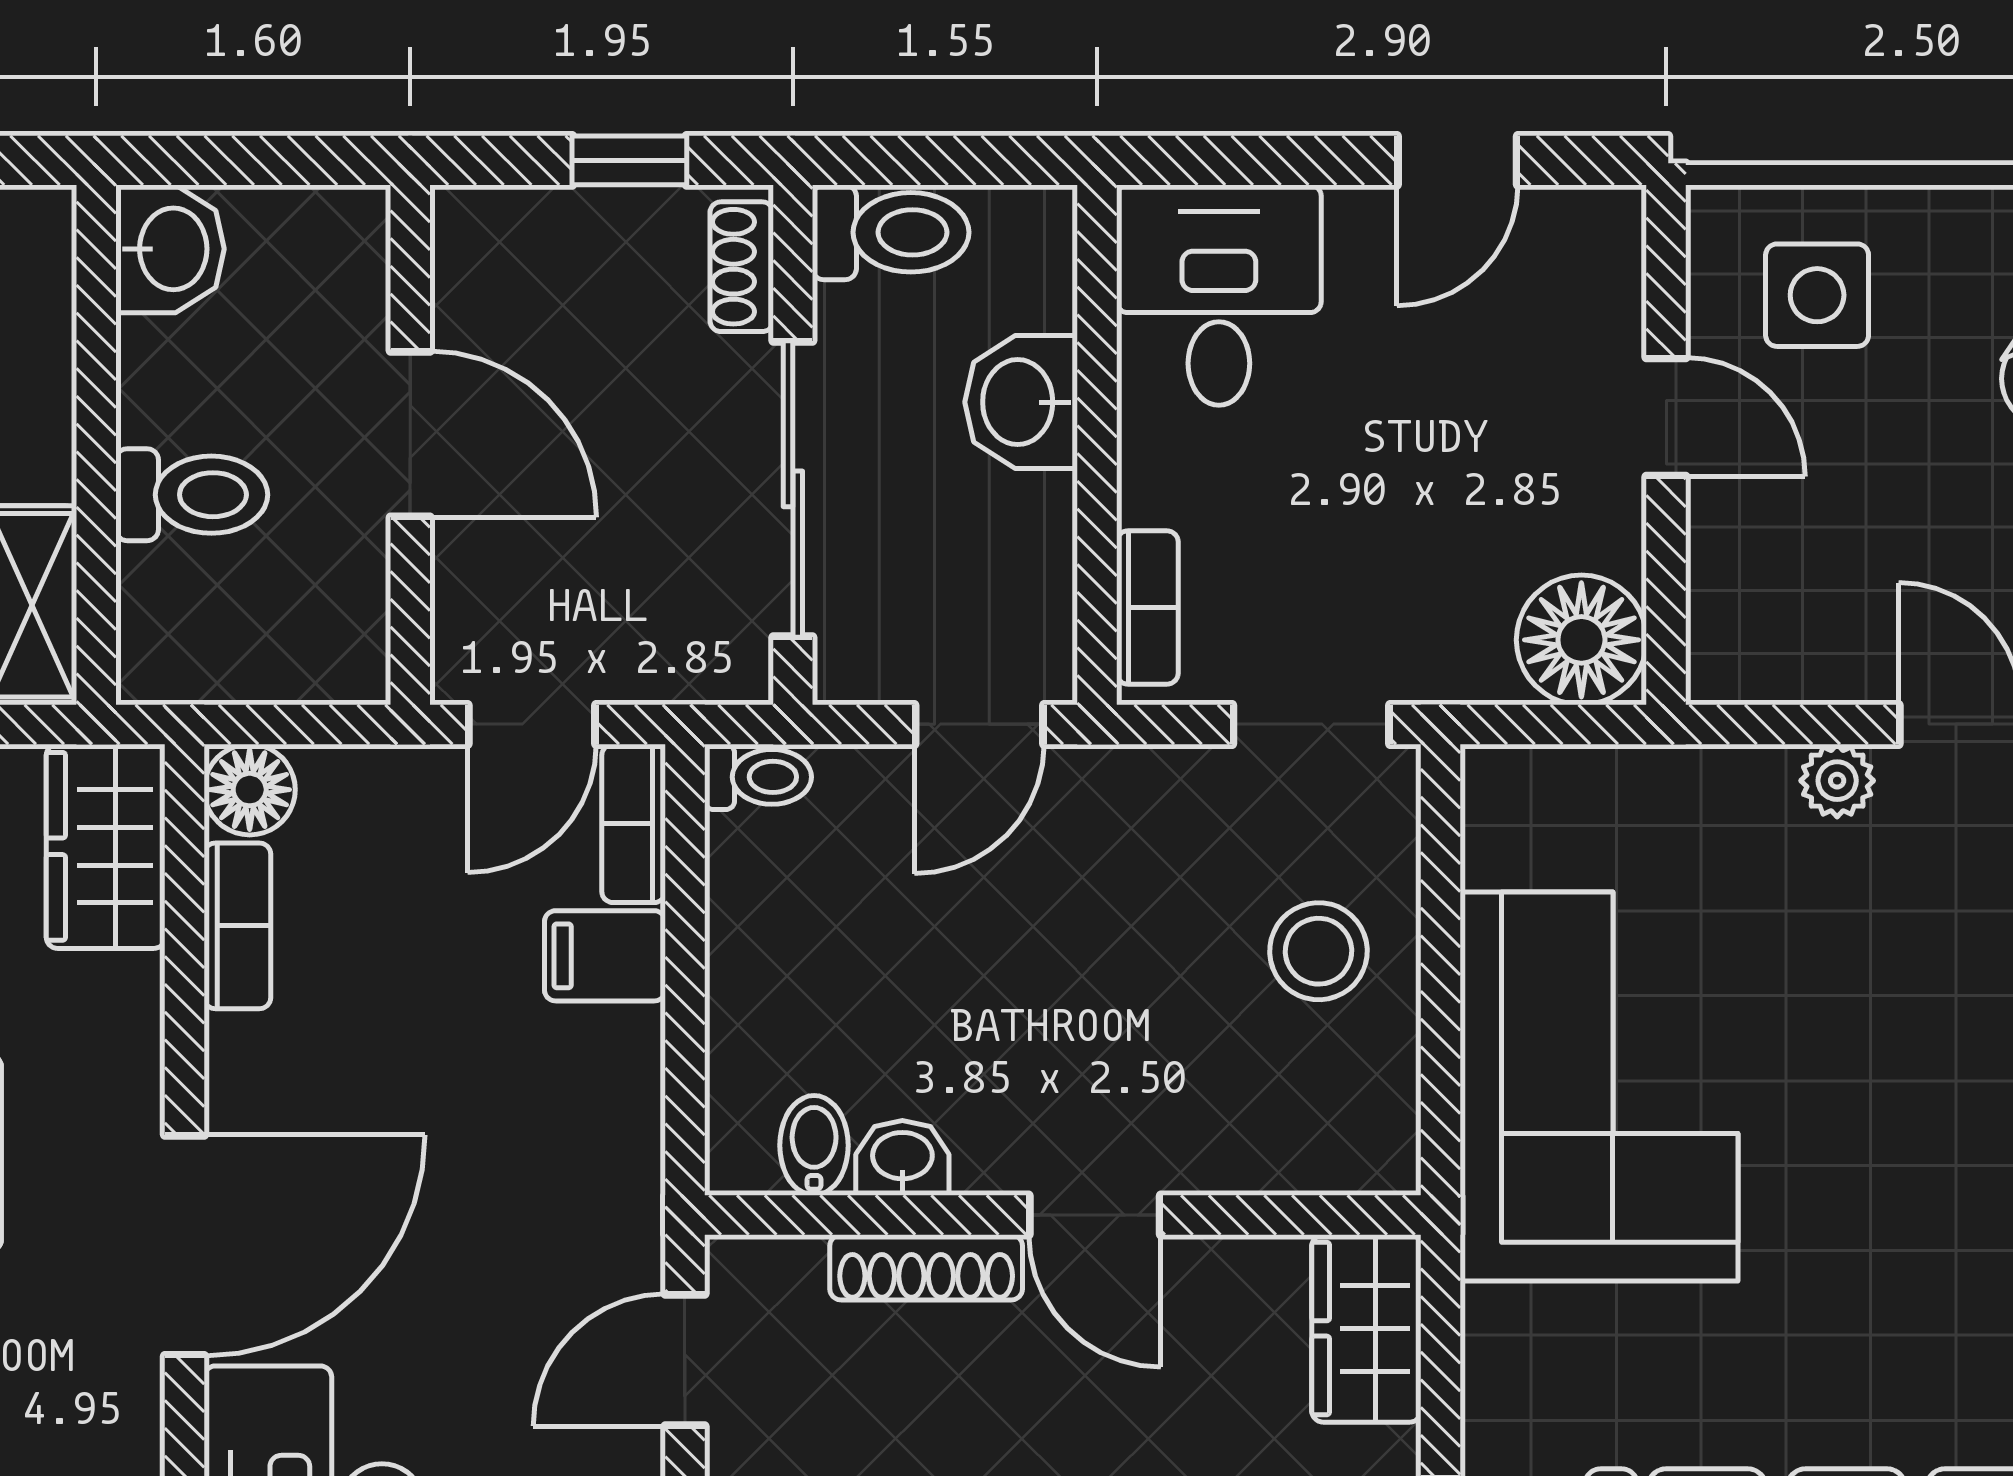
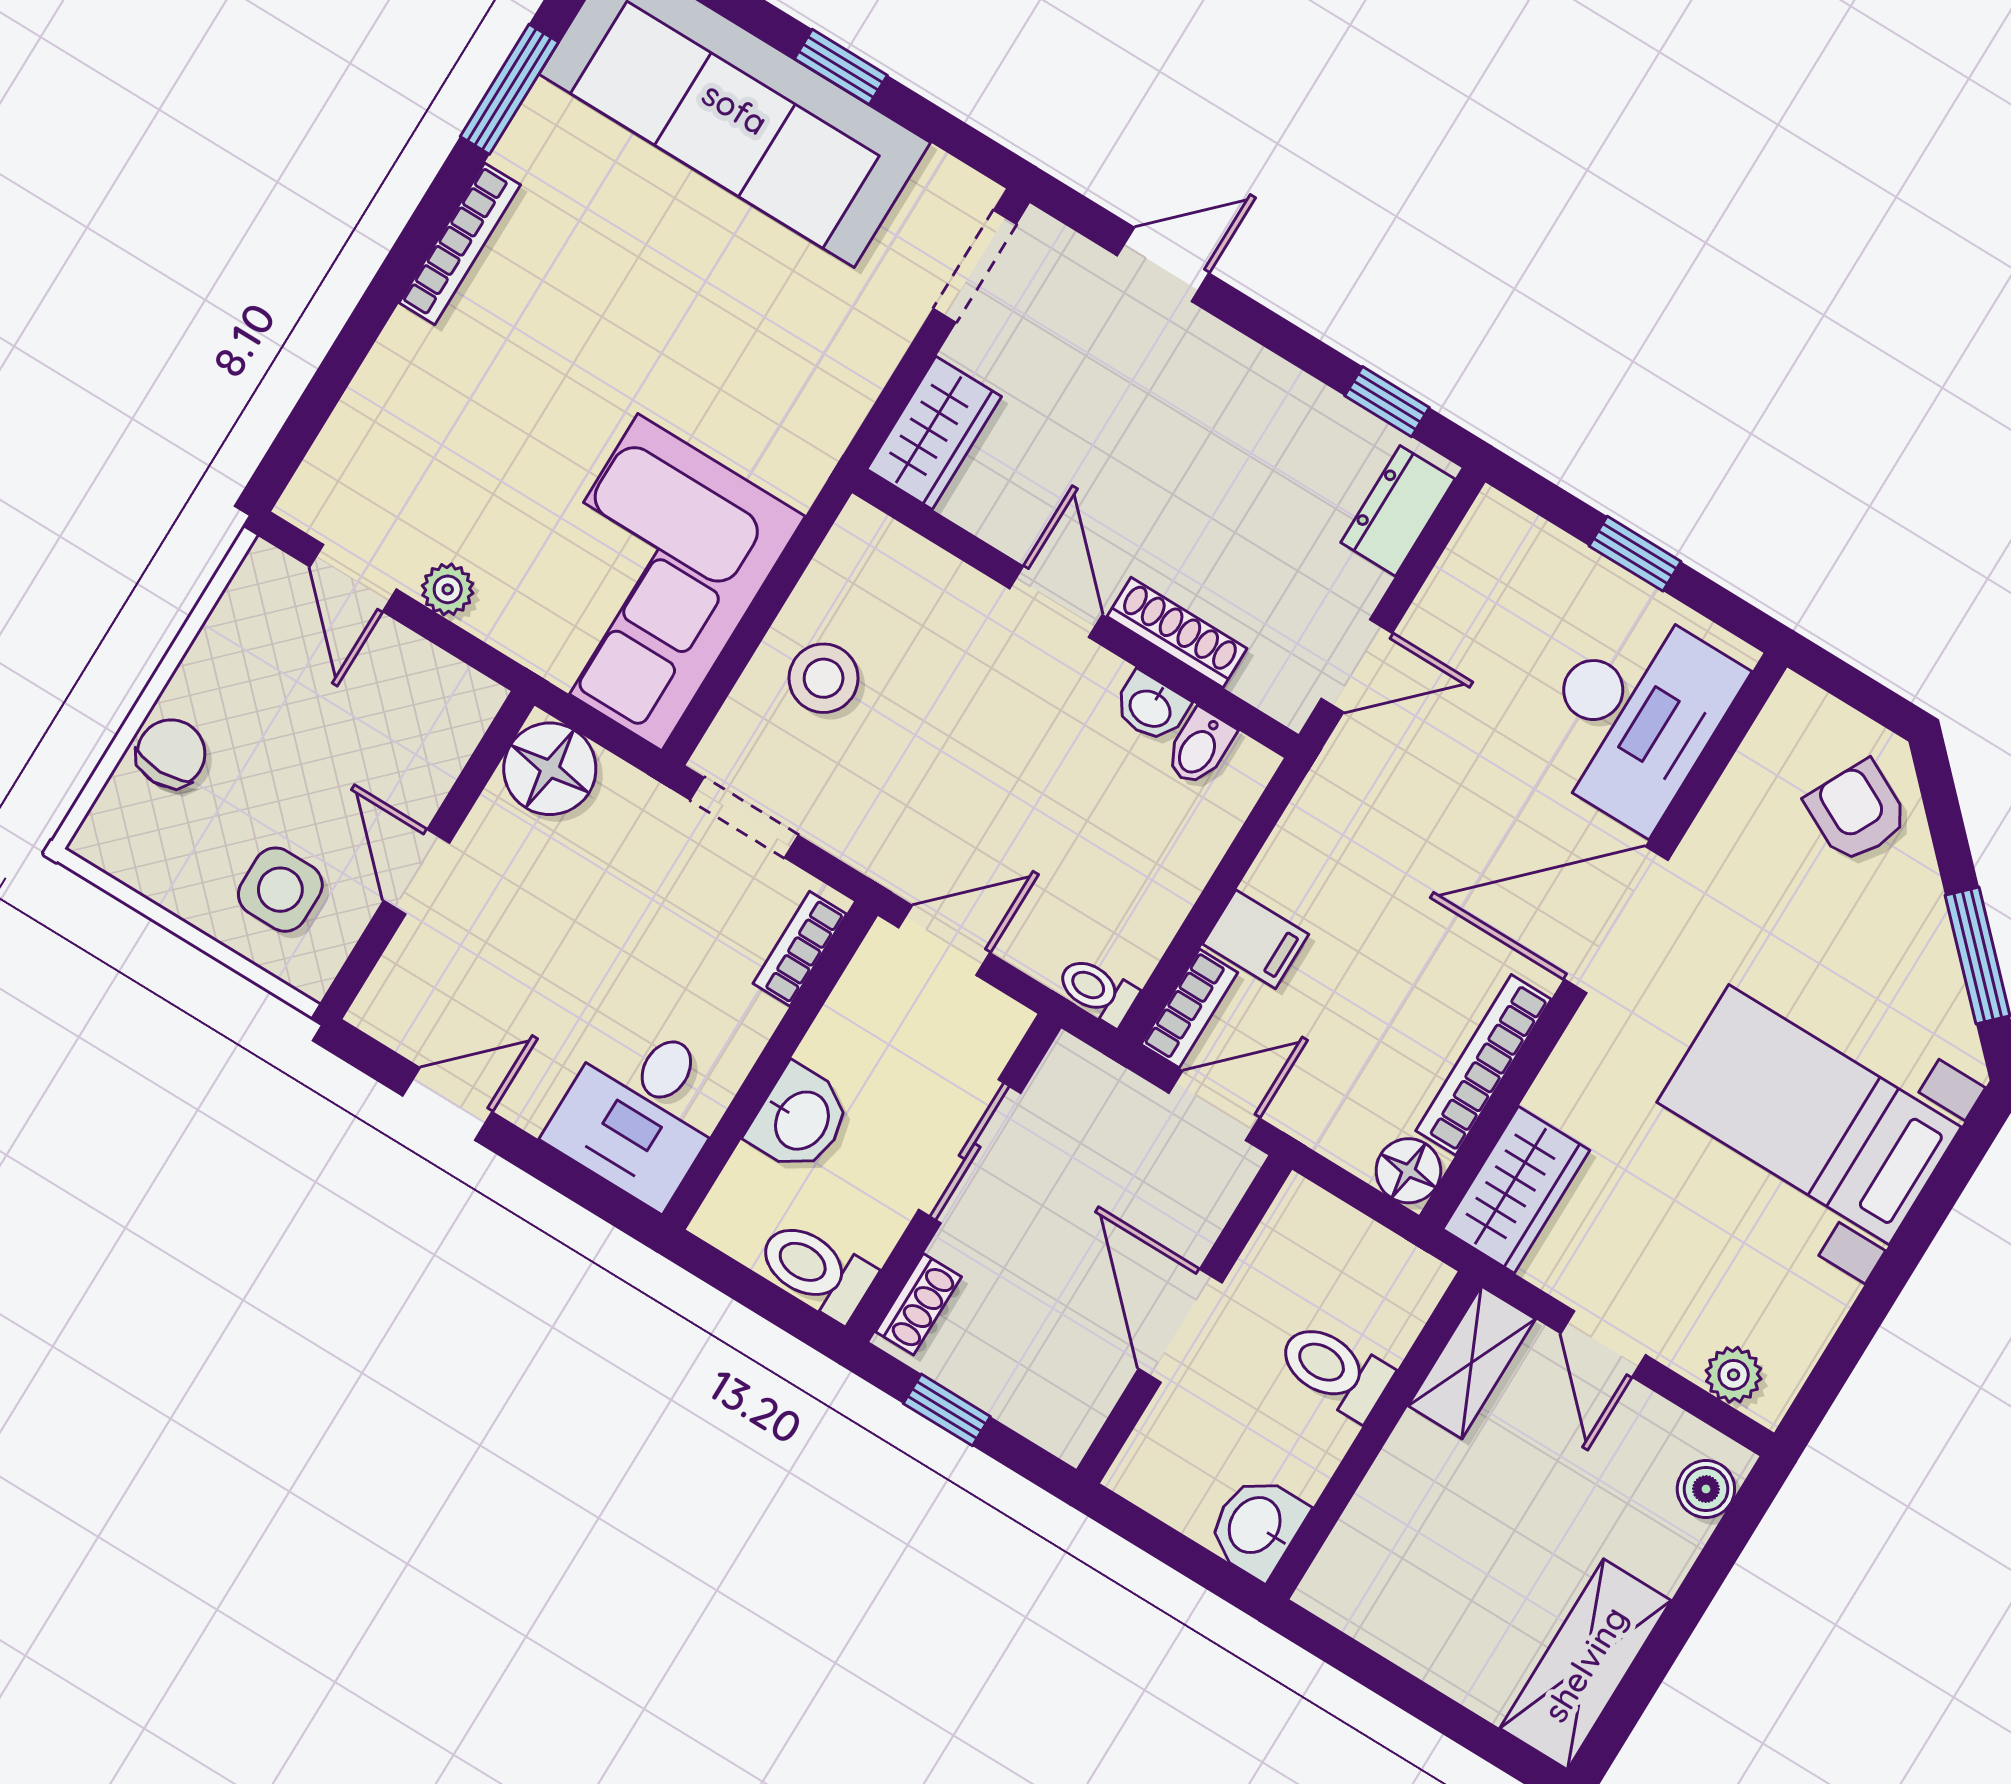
sliding door: (793, 489) -> (970, 1151), width x0.73
bookcase: (237, 926) -> (1483, 1065), width x1.56
corner sofa: (1599, 1087) -> (650, 582), moved

